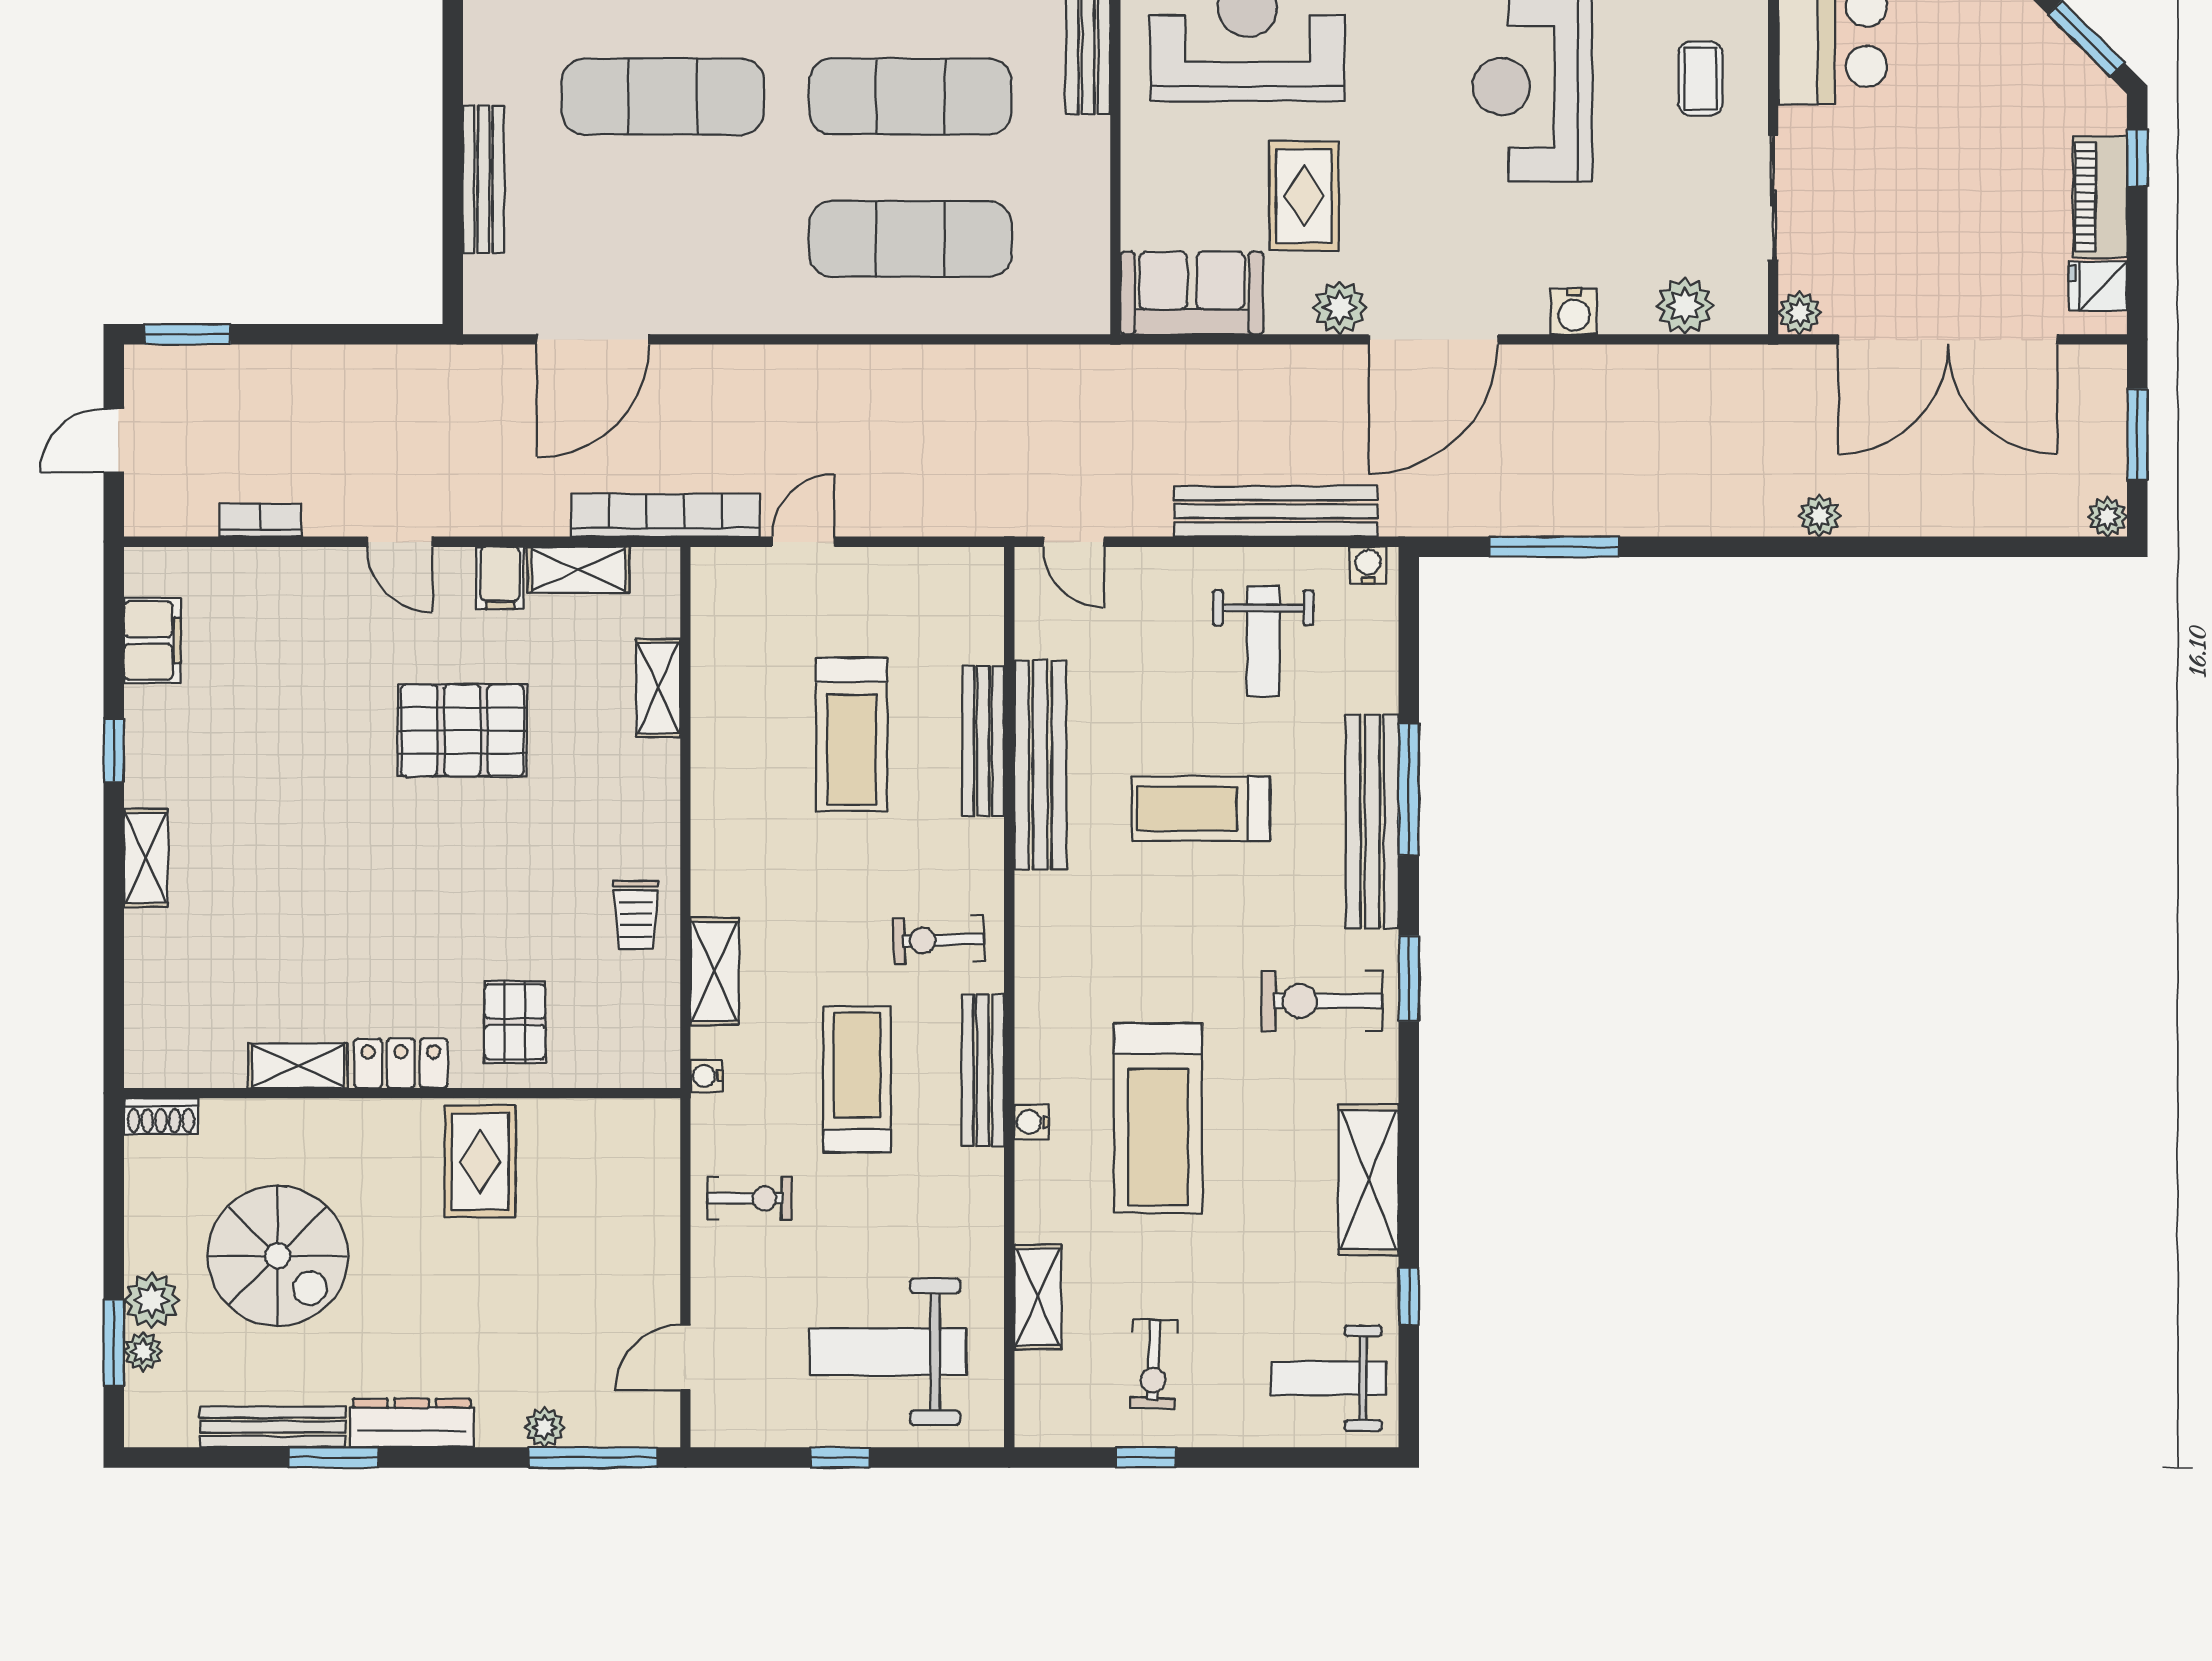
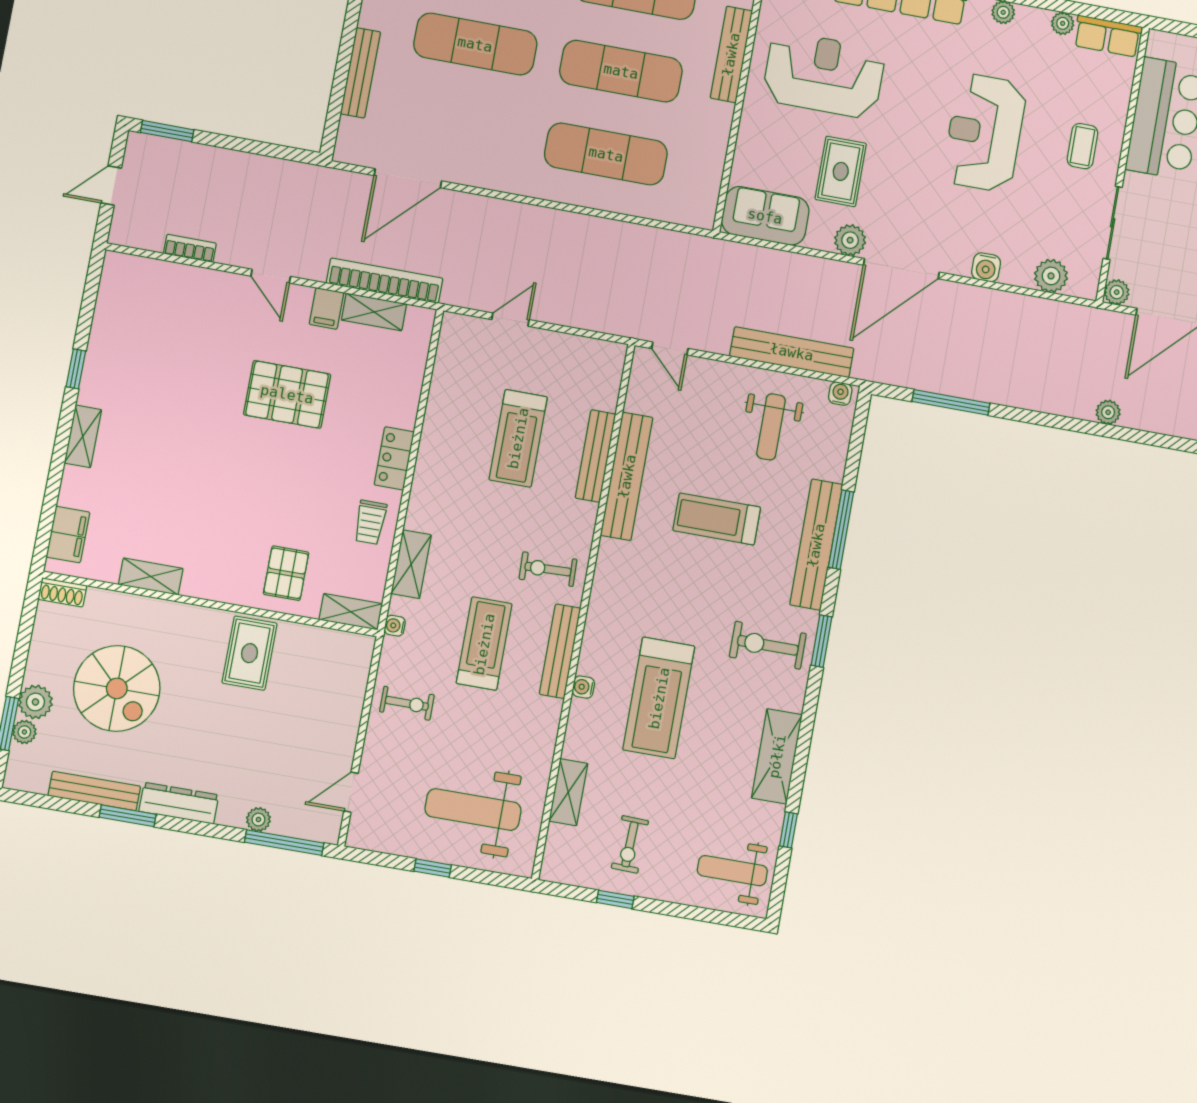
bookcase: (665, 515) -> (385, 281), moved
filing cabinet: (152, 641) -> (68, 535), moved
shelving: (658, 688) -> (351, 612), moved, turned 90
locker: (401, 1063) -> (394, 458), moved, turned -90

